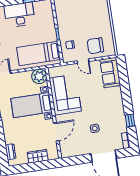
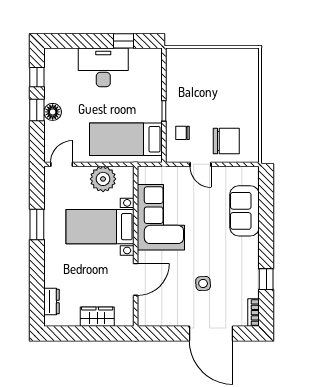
chair: (95, 46) -> (226, 141), turned 180
sofa: (110, 73) -> (245, 211), moved
plant: (39, 76) -> (103, 179), moved

